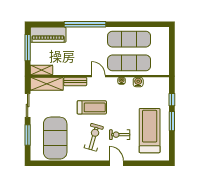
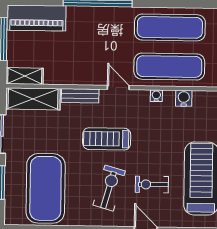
treadmill: (92, 107) -> (107, 139), turned 180

